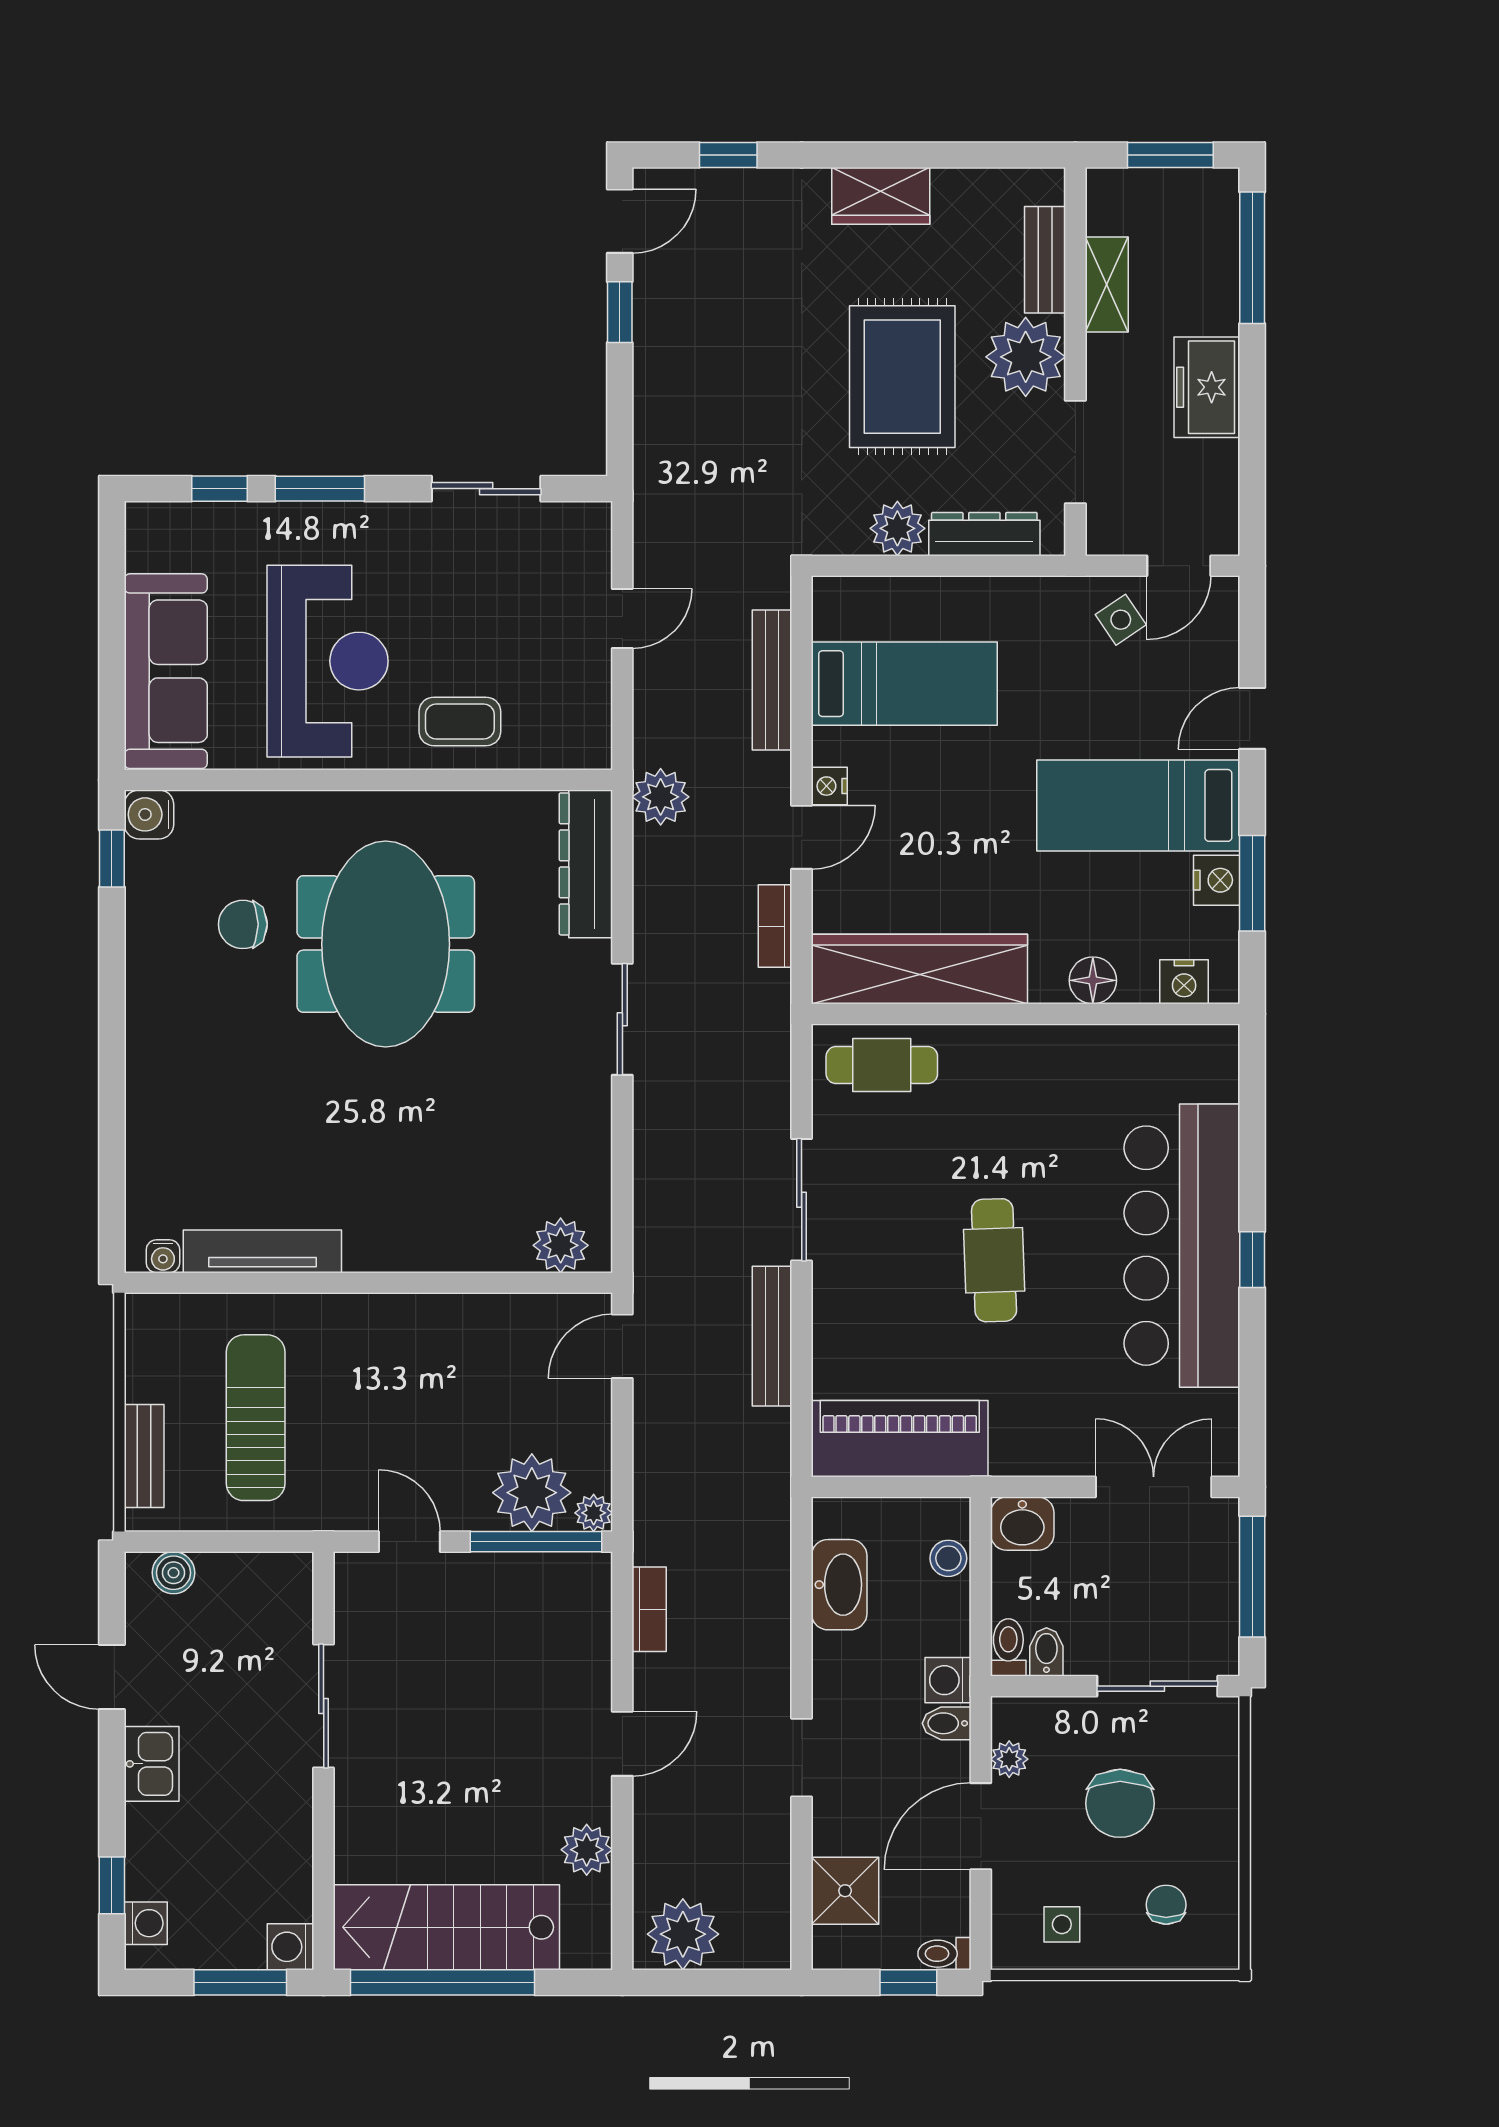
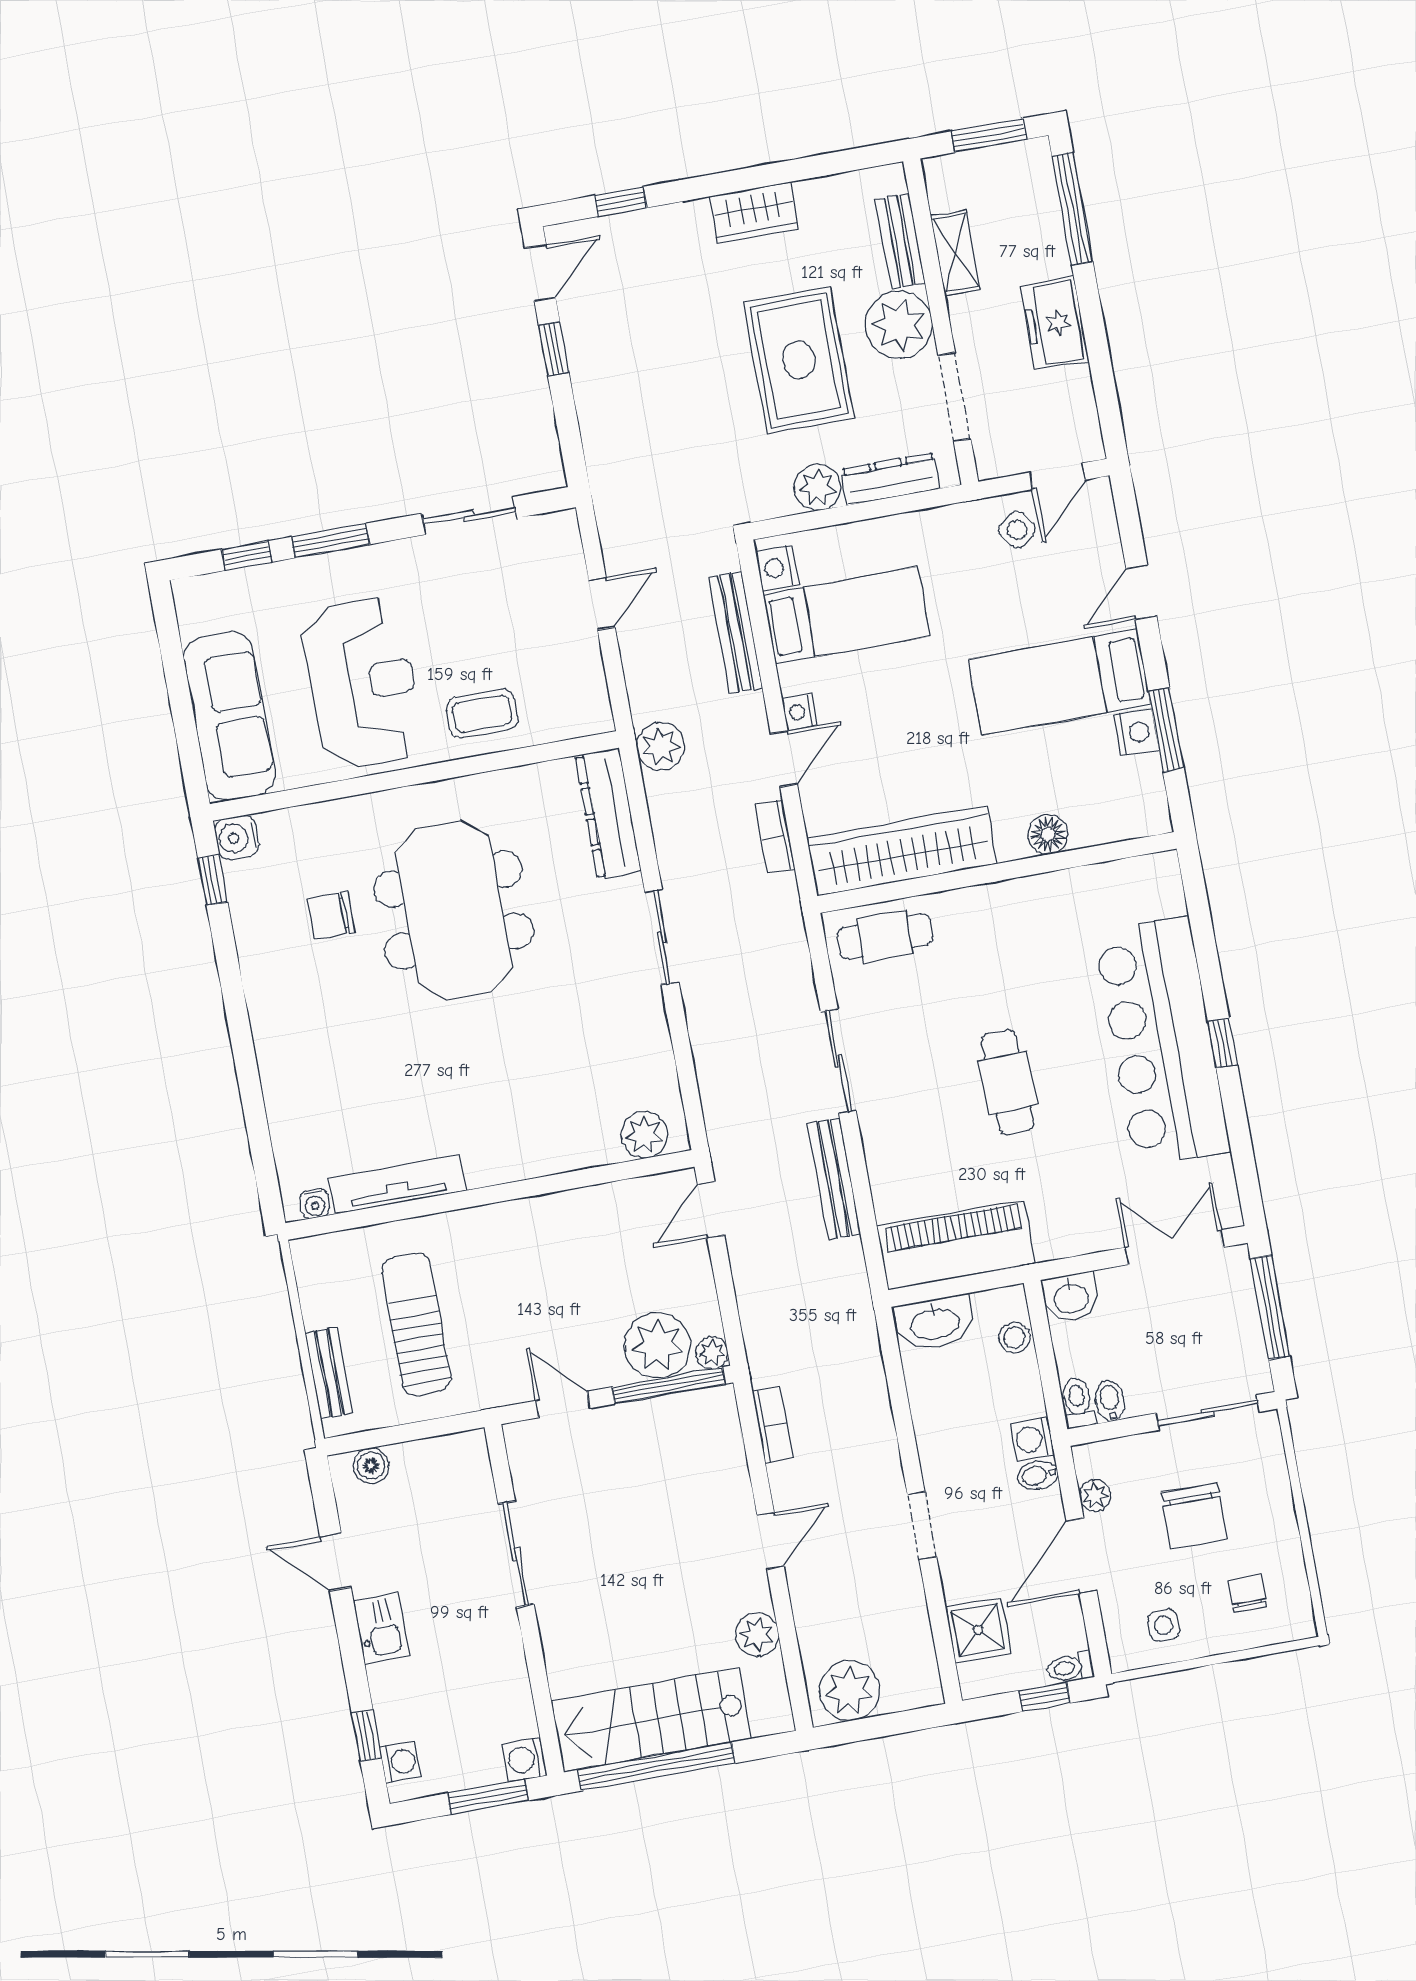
nightstand: (1184, 982) -> (777, 568), moved, turned 90
washbasin: (839, 1585) -> (935, 1323), moved, turned 90

